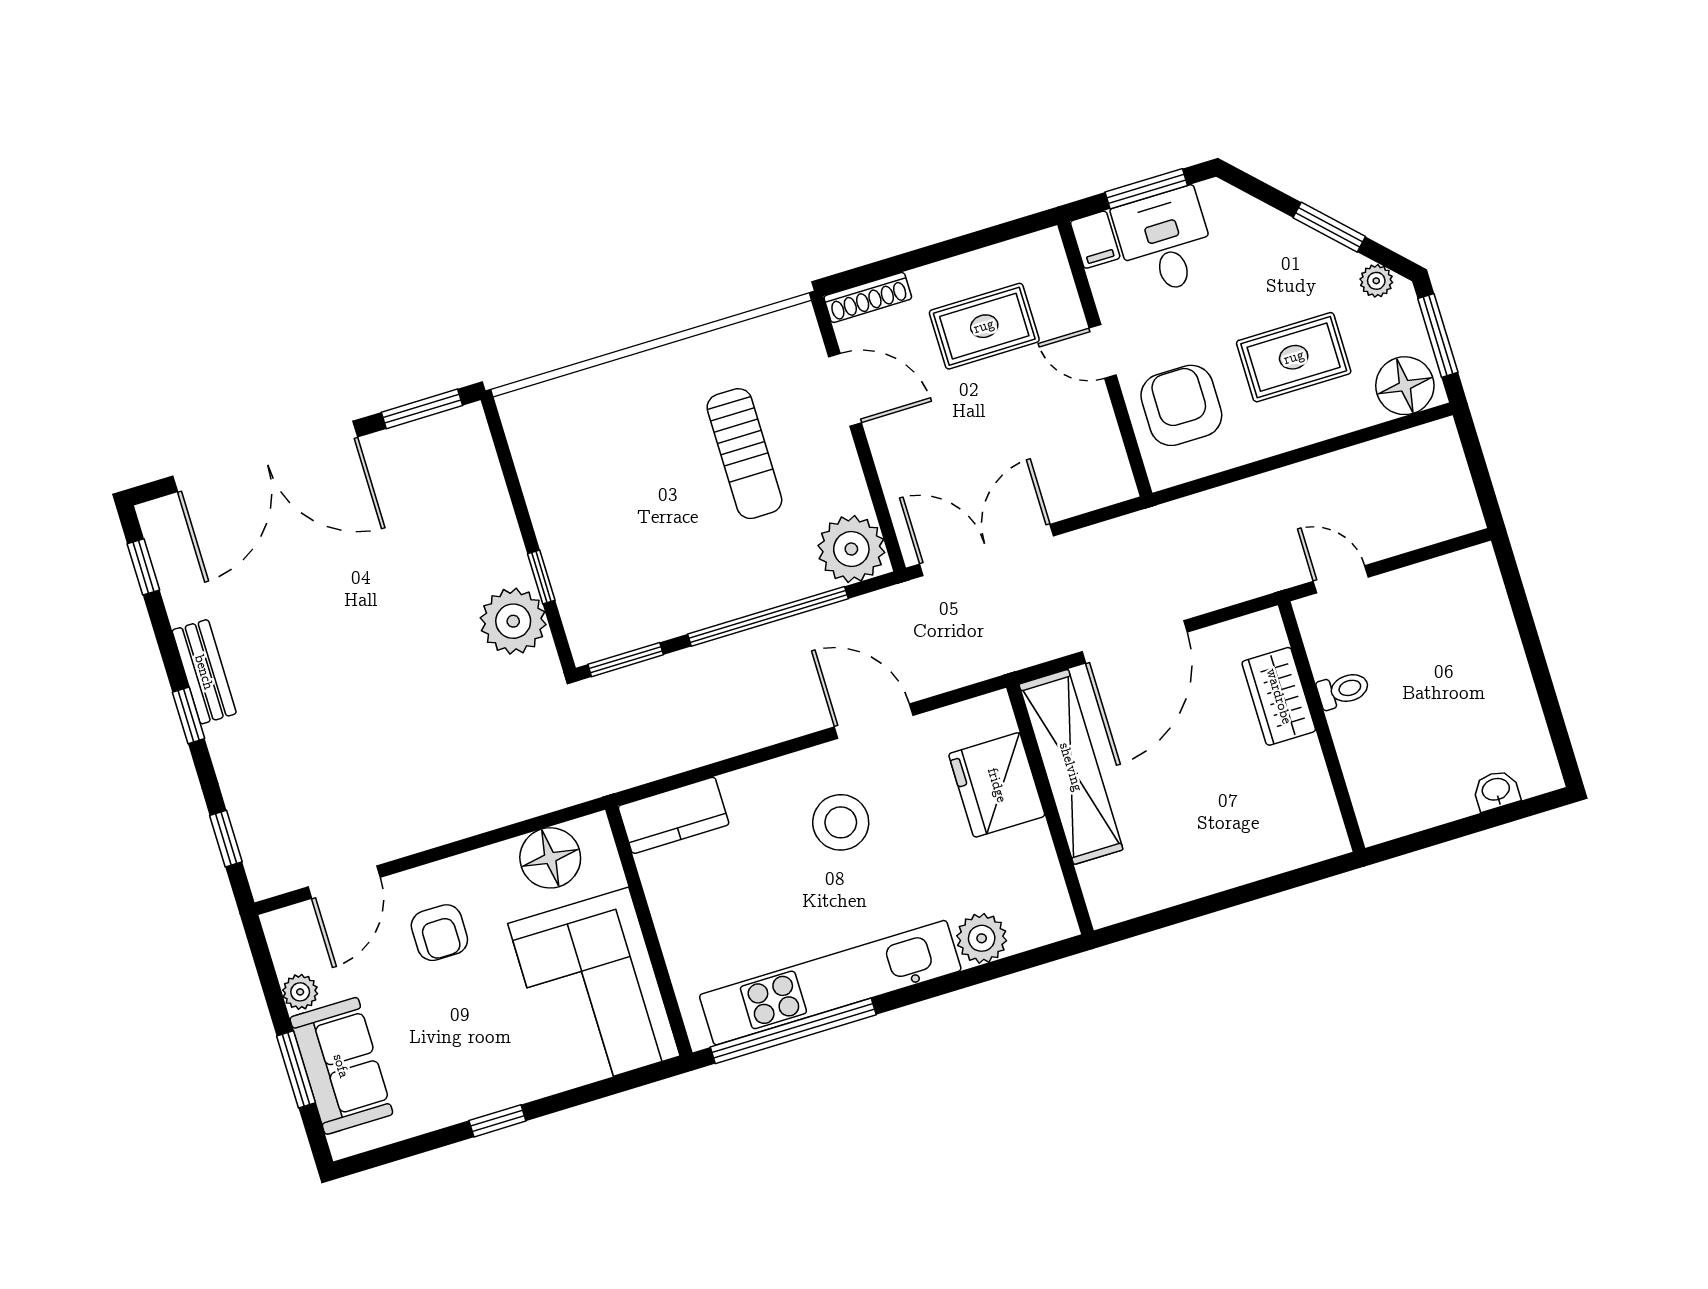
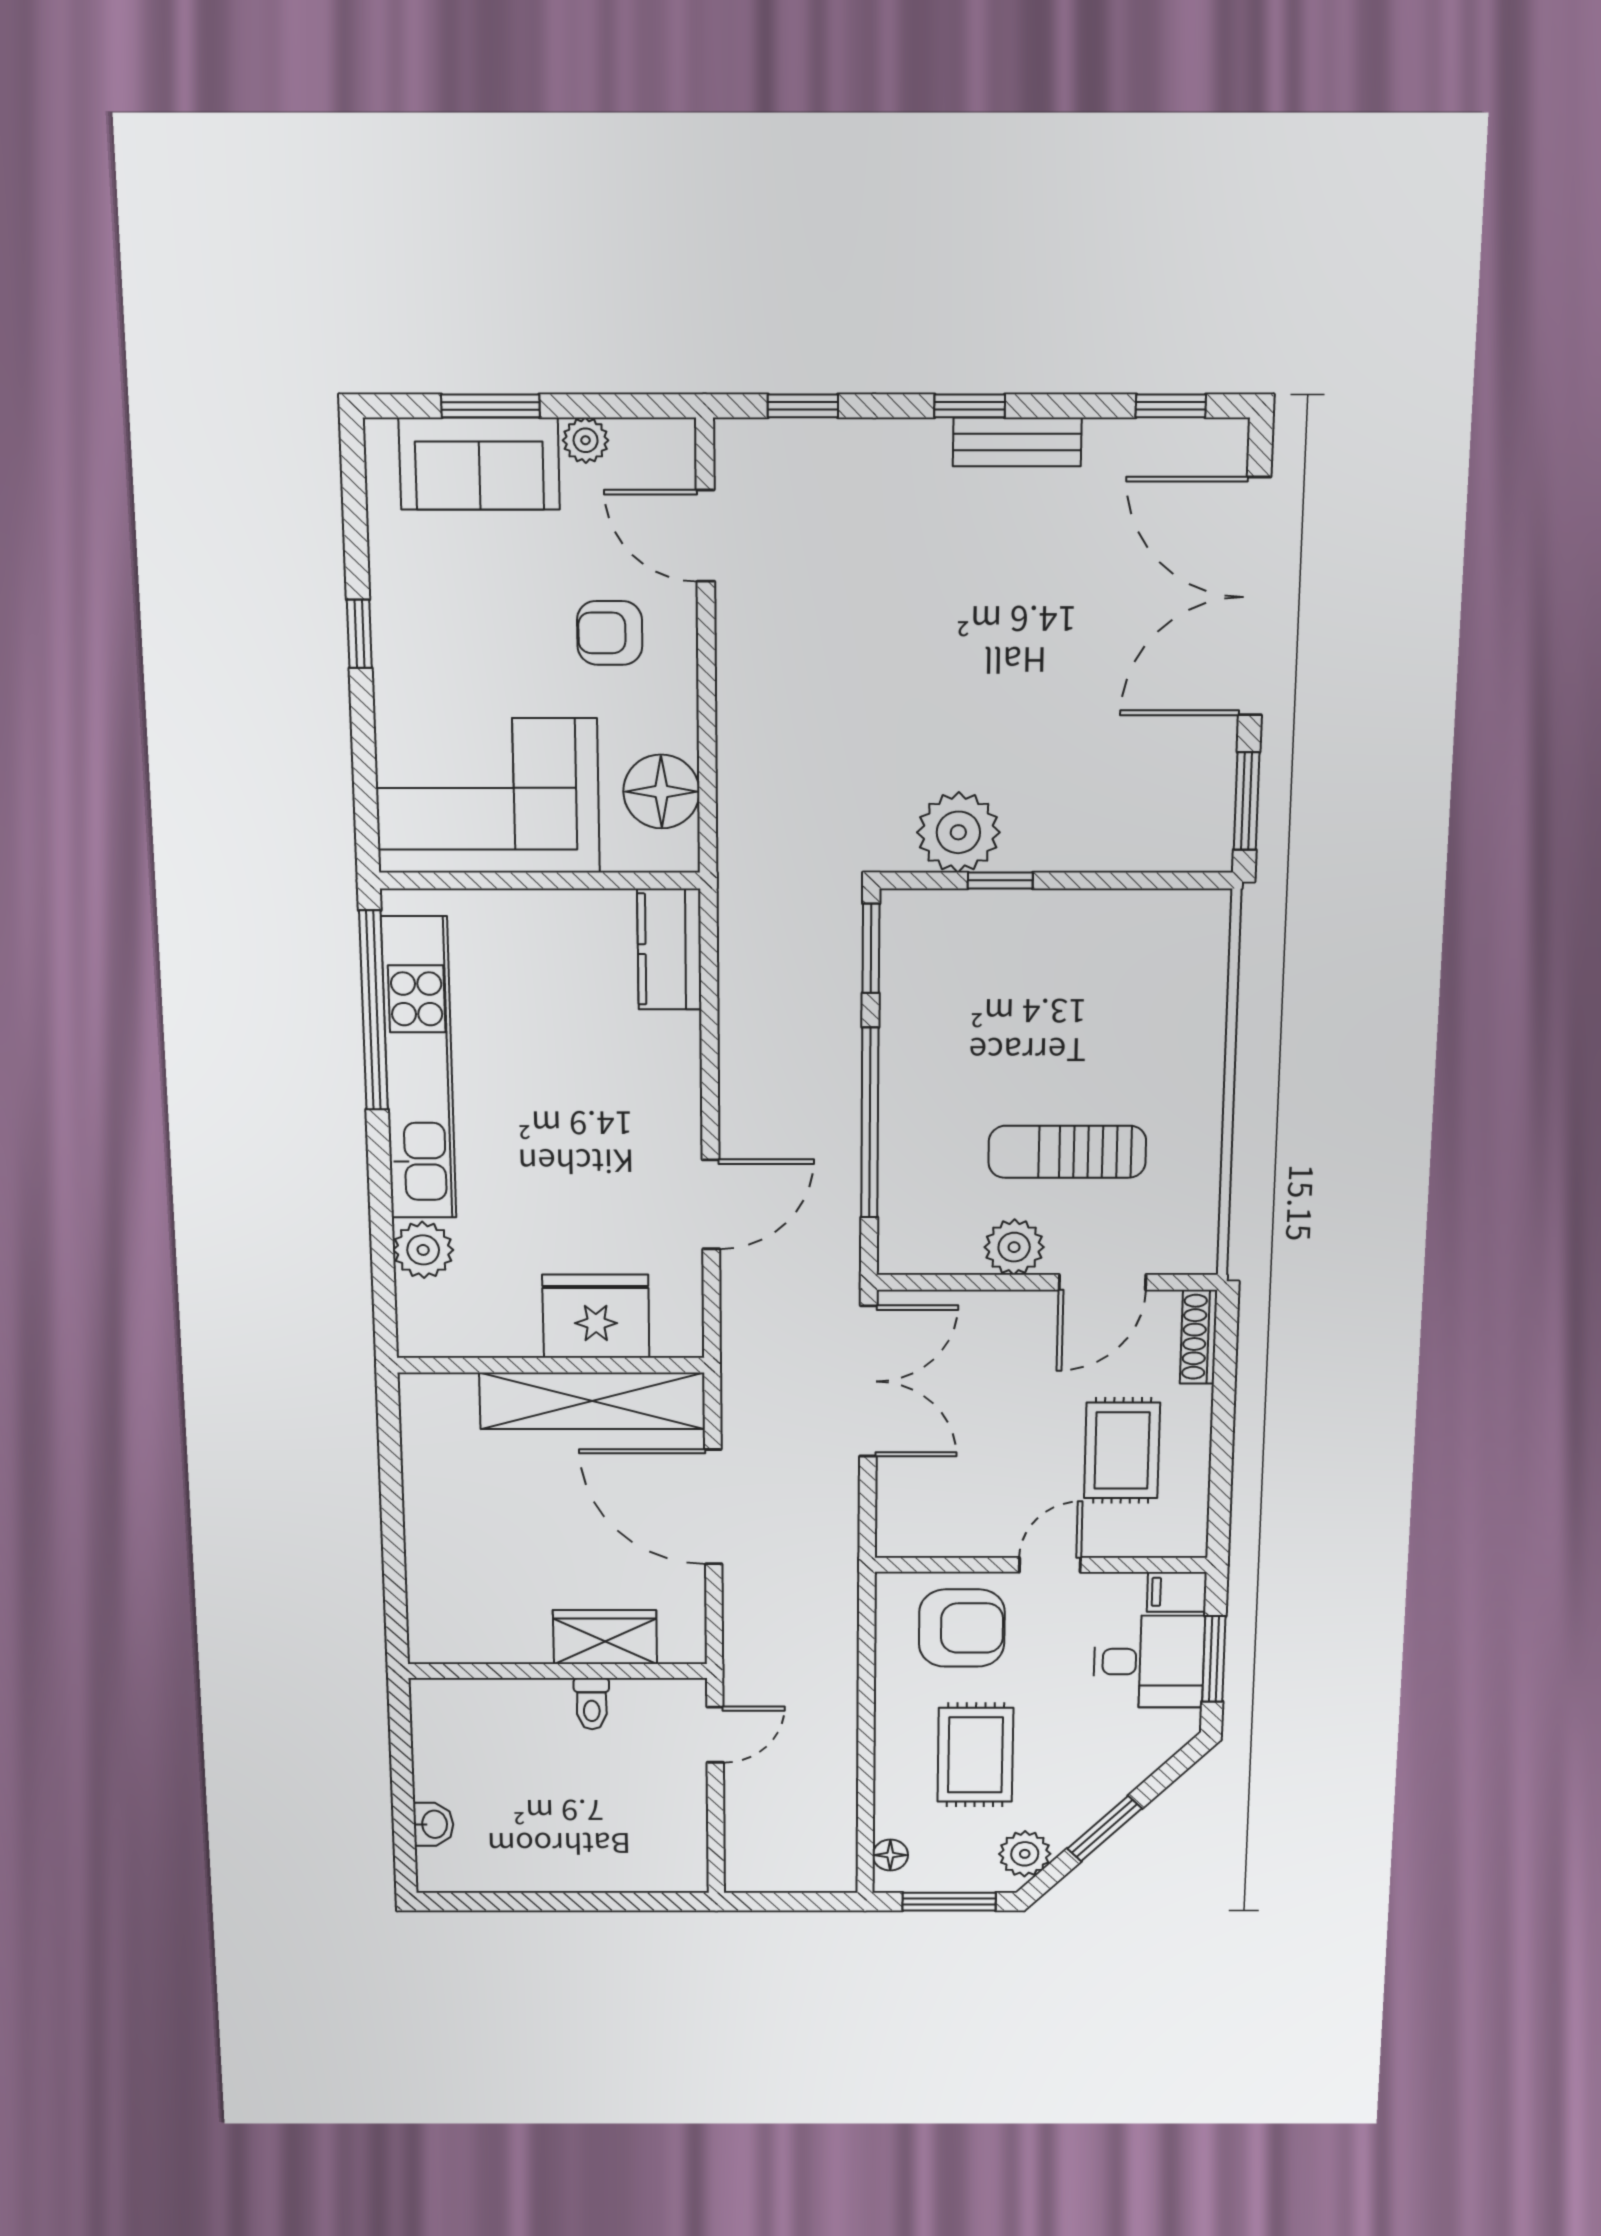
plant: (1376, 281) -> (1025, 1854), width x1.38, depth x1.38
floor lamp: (1405, 386) -> (890, 1855), width x0.53, depth x0.53
plant: (851, 549) -> (1014, 1247), moved, width x0.73, depth x0.73
stool: (841, 822) -> (604, 1134), removed

